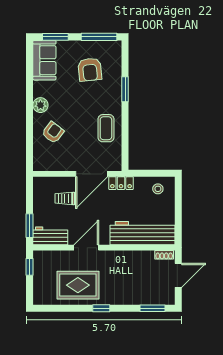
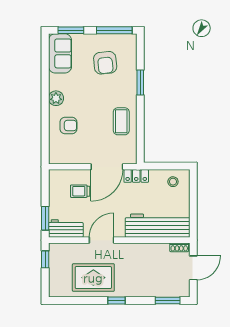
armchair: (53, 132) -> (68, 126), turned 53

